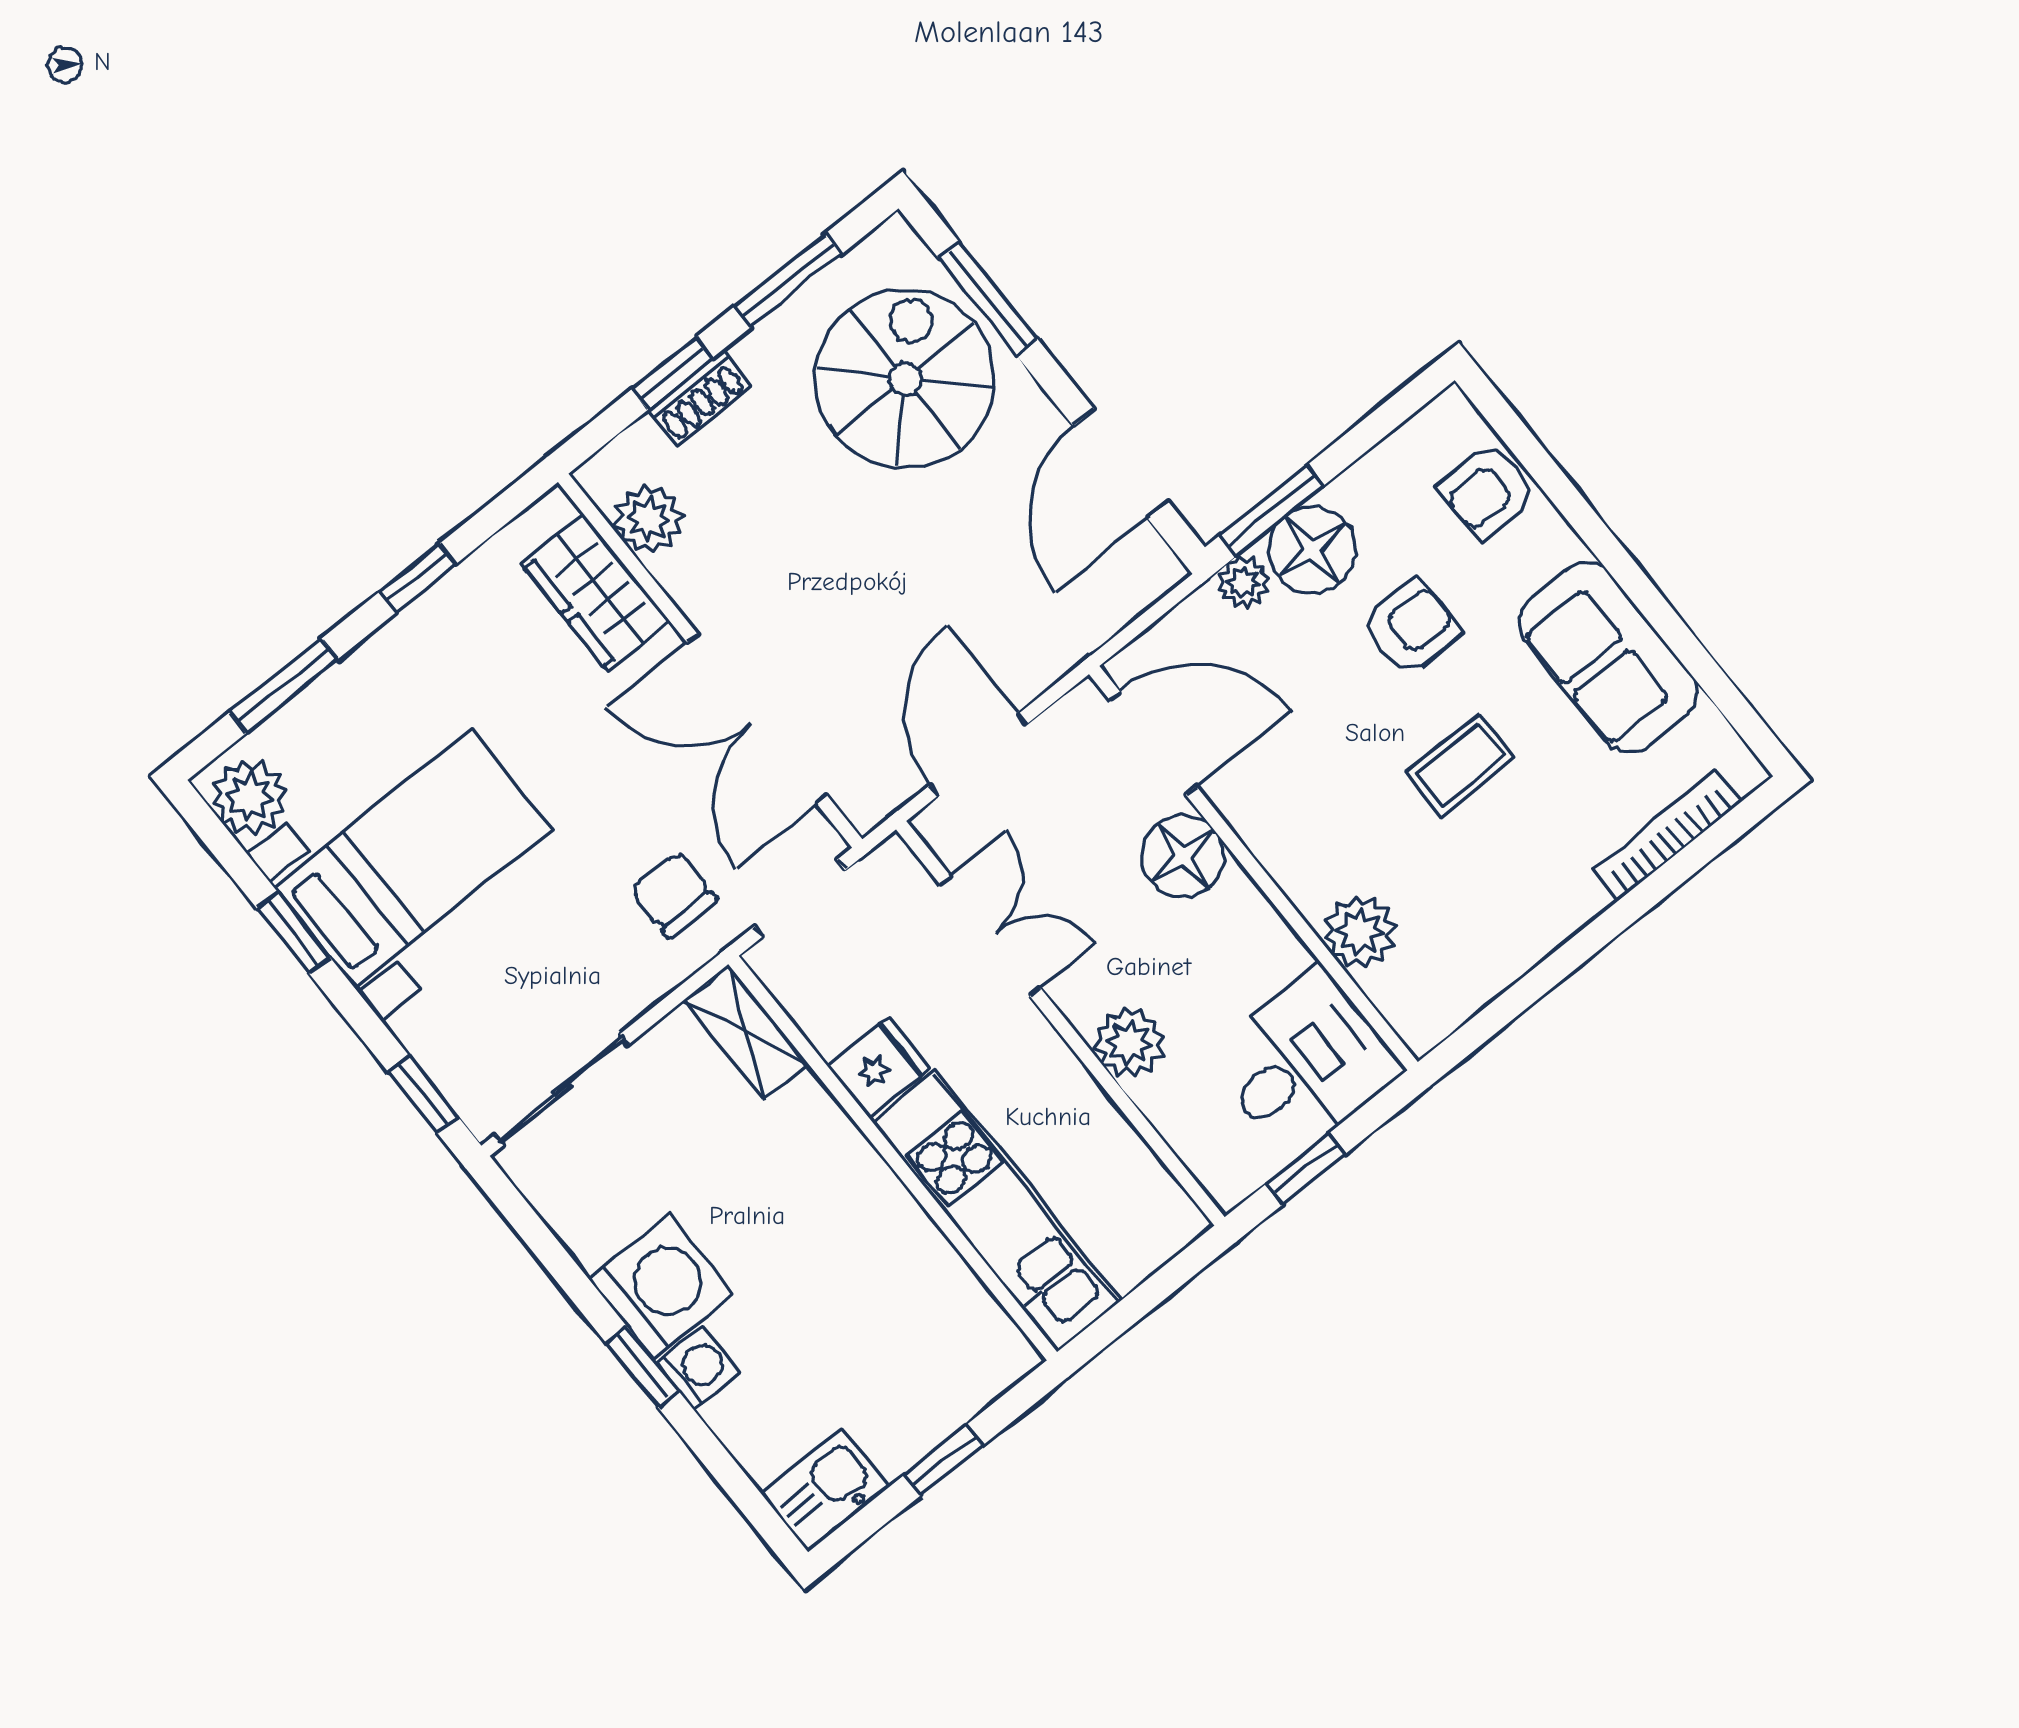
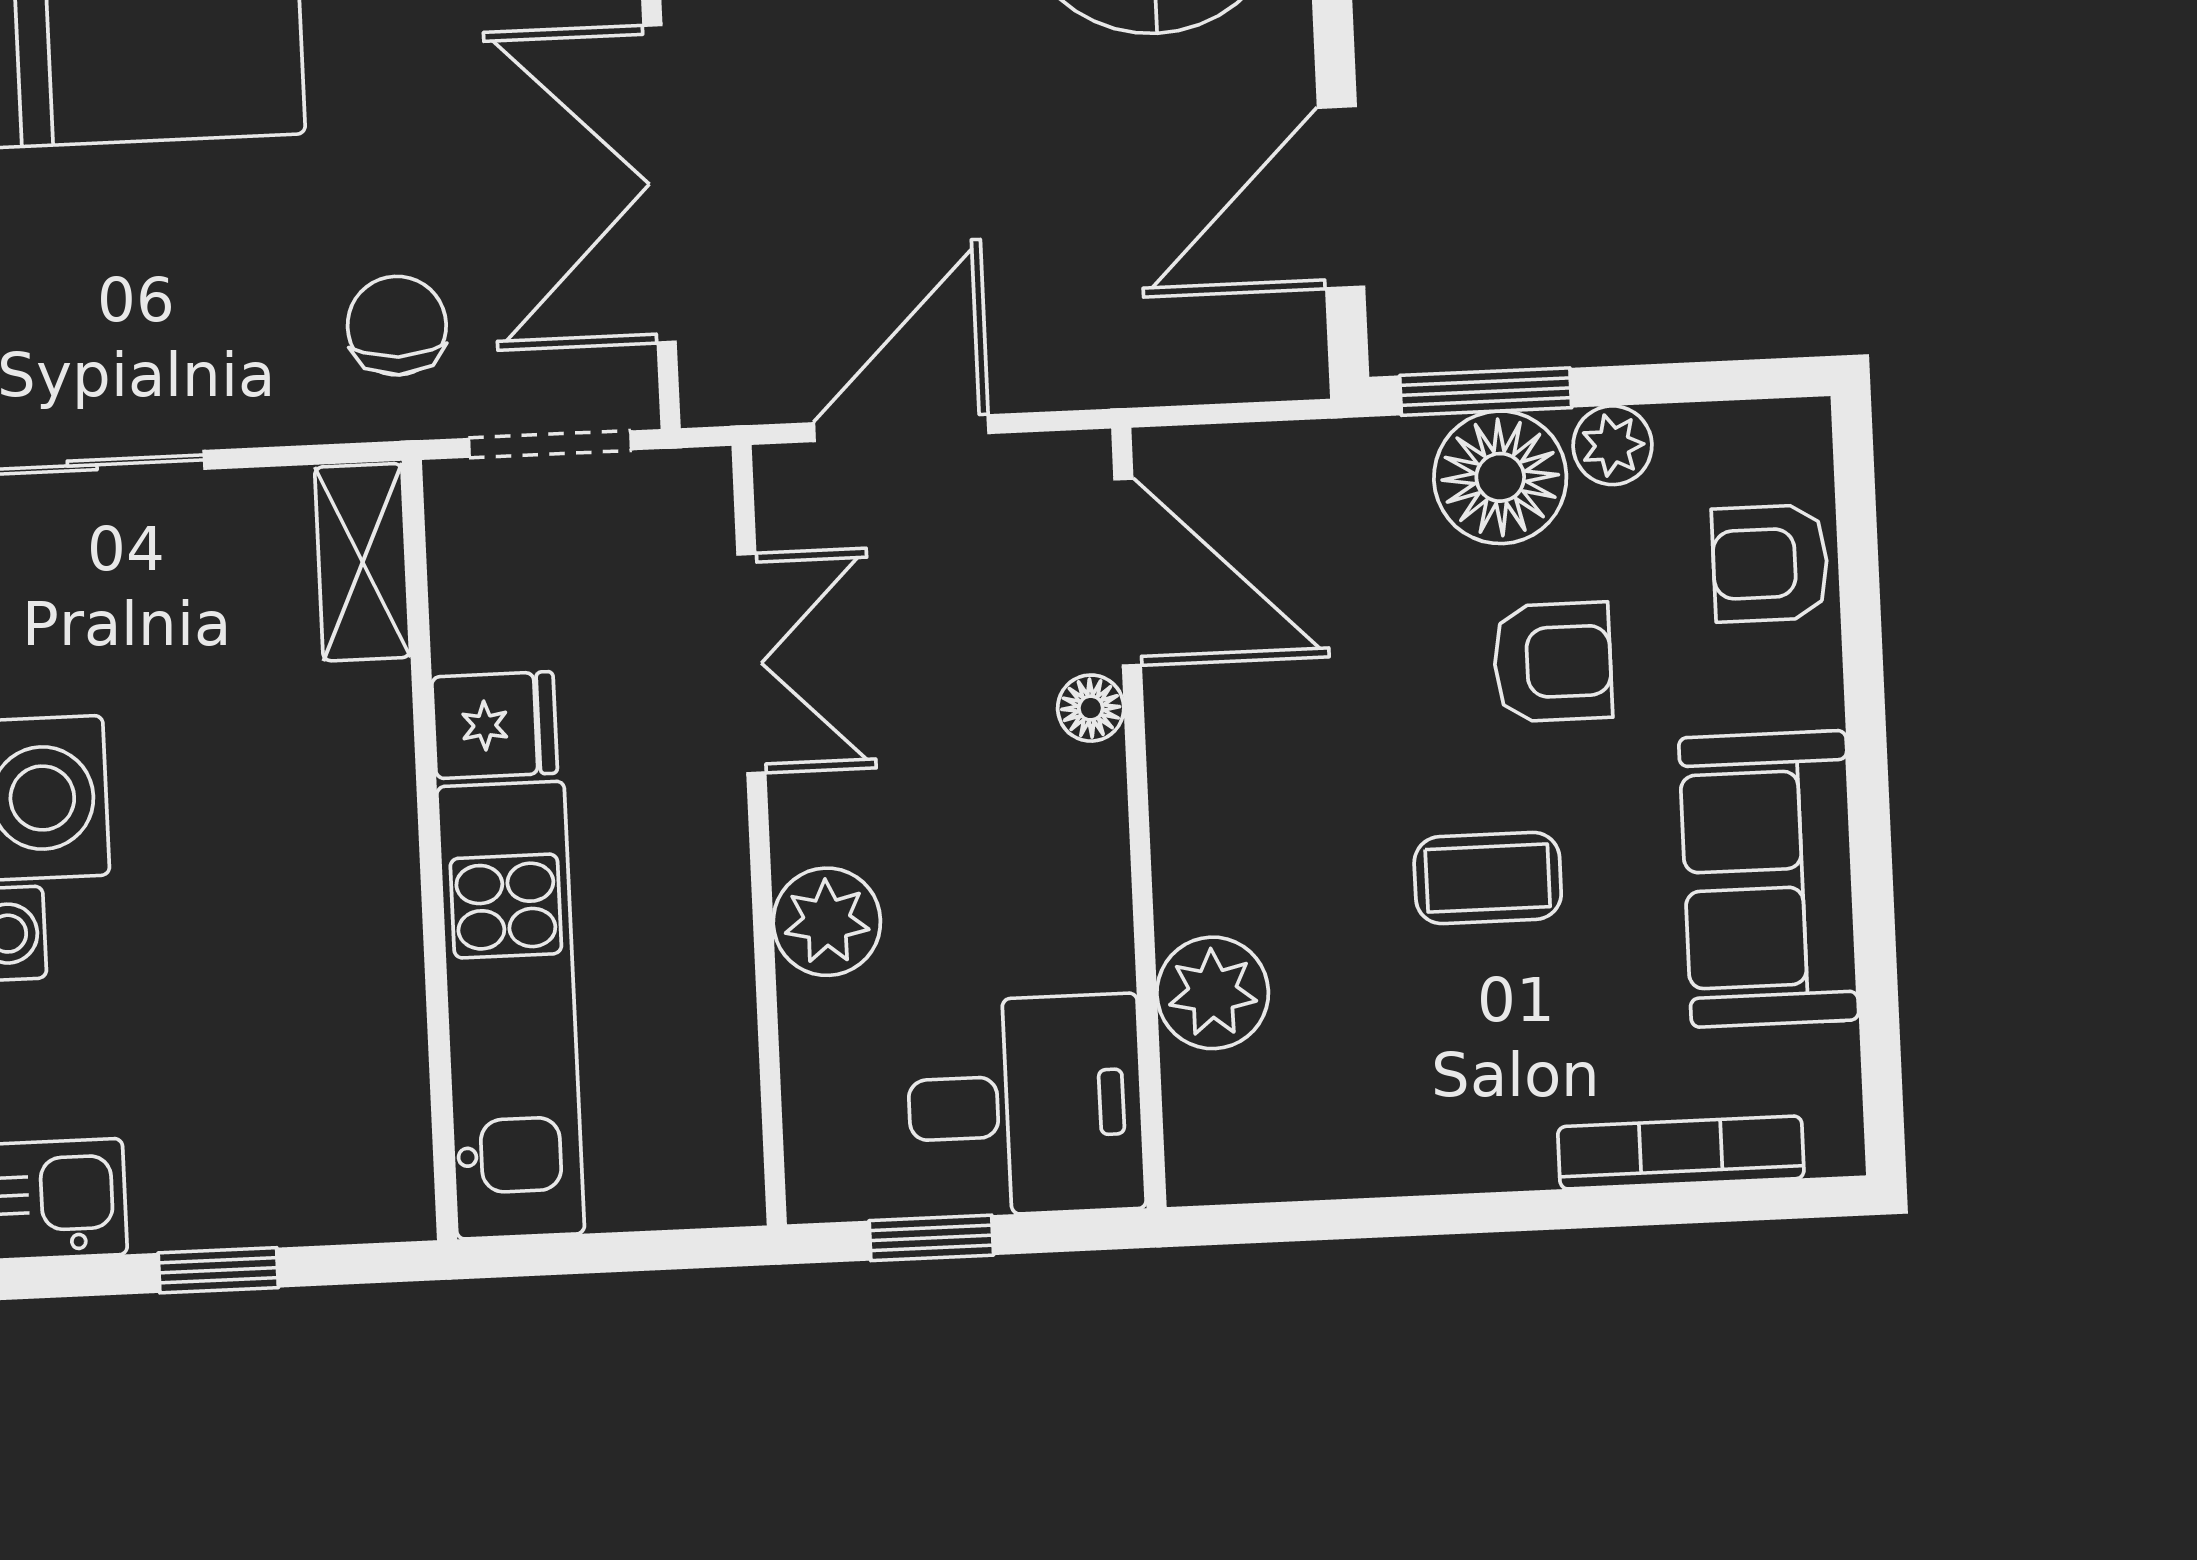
plant: (1244, 583) -> (1612, 445), moved
floor lamp: (1183, 856) -> (1091, 708), width x0.53, depth x0.53

